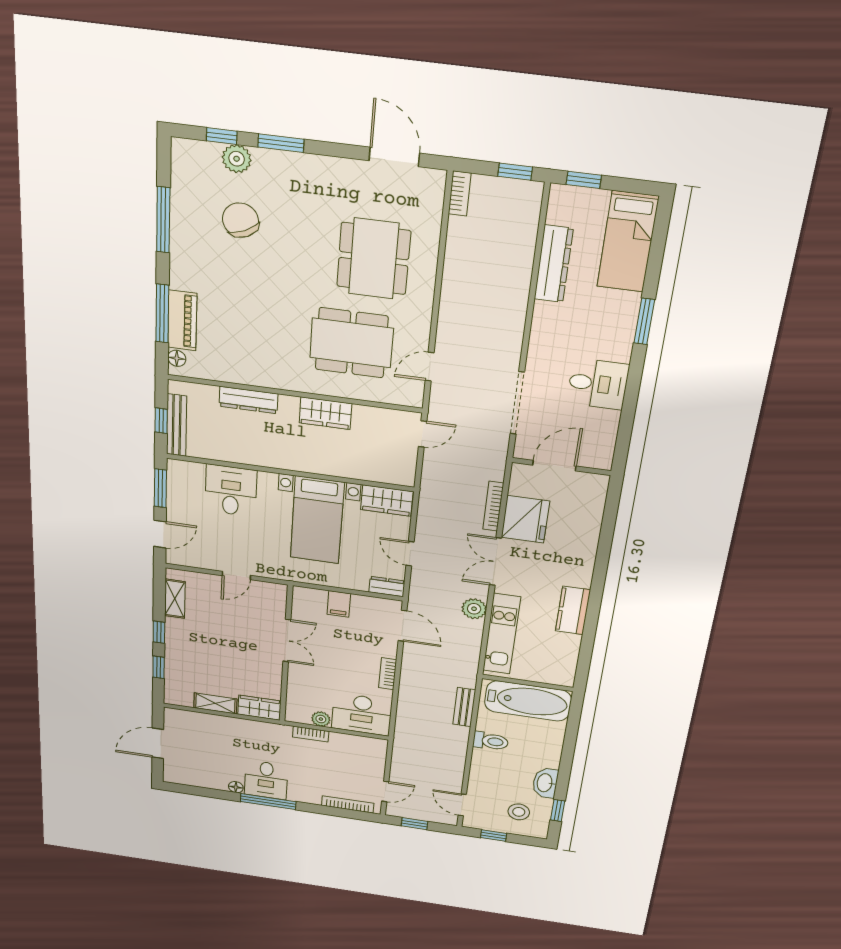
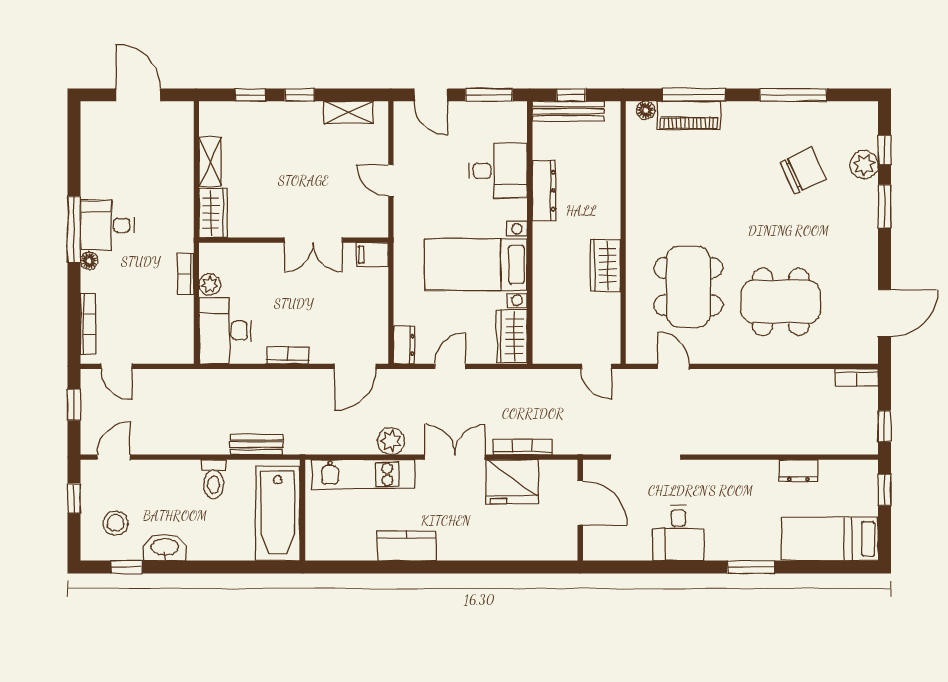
dresser: (554, 264) -> (798, 471), width x0.51, depth x0.80
dresser: (248, 400) -> (544, 191), moved, turned 180
filing cabinet: (339, 604) -> (372, 255), moved
floor lamp: (236, 787) -> (89, 261), moved

